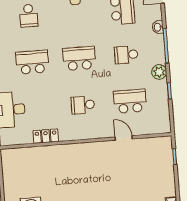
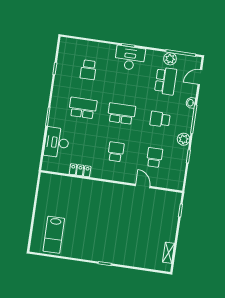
school desk: (130, 101) -> (154, 157), width x0.54
school desk: (83, 105) -> (116, 152), turned 90

